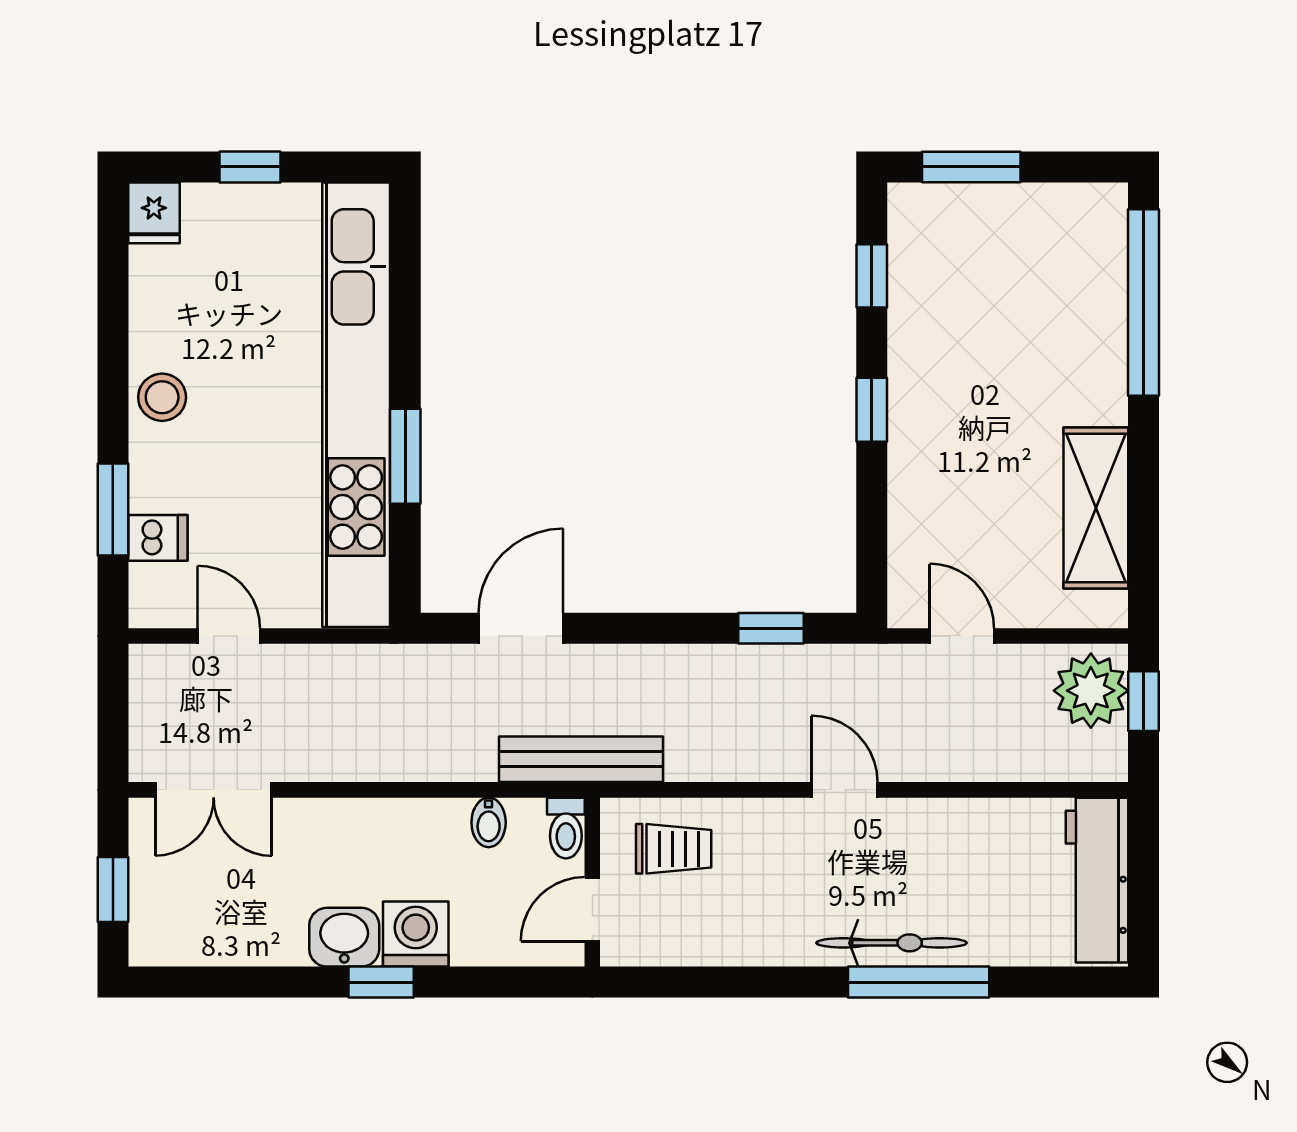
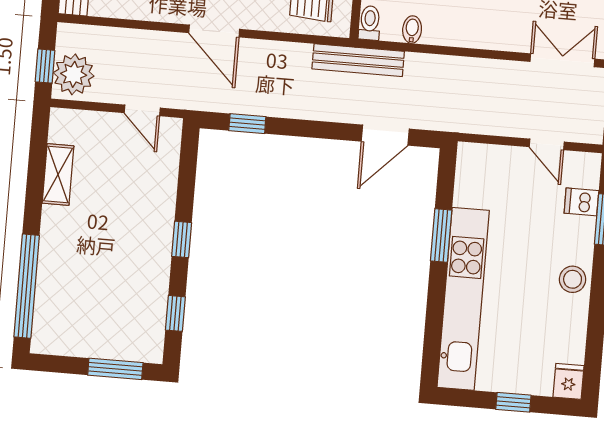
kitchen unit: (356, 405) -> (463, 299), width x0.73
shelving: (1096, 508) -> (58, 174), width x0.67, depth x0.75
door: (844, 790) -> (214, 31), width x1.38

